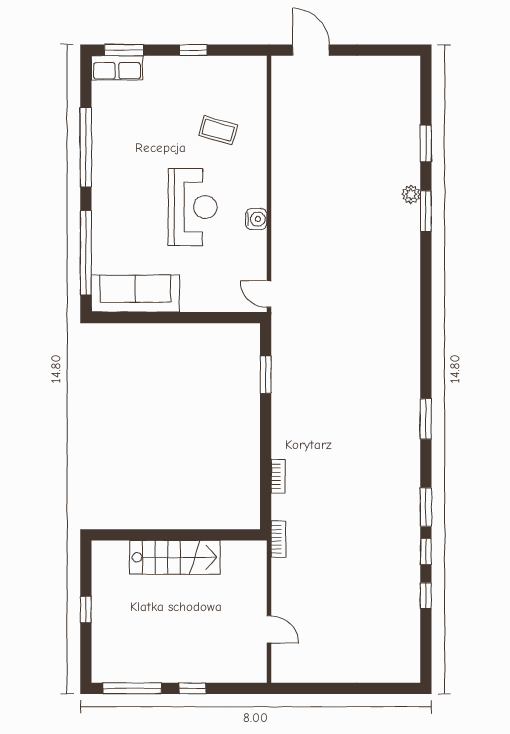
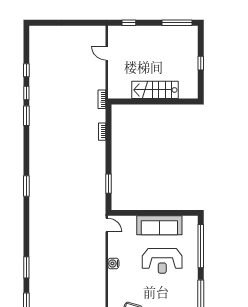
plant: (411, 194) -> (34, 276), removed
reception desk: (193, 207) -> (162, 261), moved, turned -90
sofa: (135, 293) -> (159, 225), moved
window: (426, 419) -> (26, 186), moved
window: (192, 688) -> (129, 23), moved

